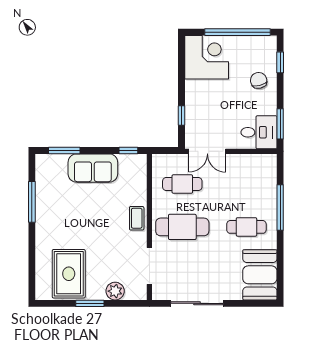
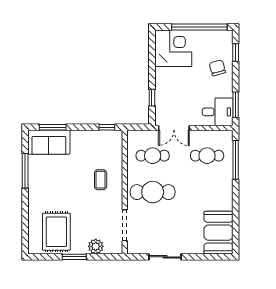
sofa: (93, 168) -> (49, 142), moved
window: (280, 207) -> (236, 160), moved
coffee table: (137, 218) -> (101, 180), moved
cafe table: (246, 227) -> (207, 156), moved
sliding door: (197, 303) -> (165, 257), width x0.73

